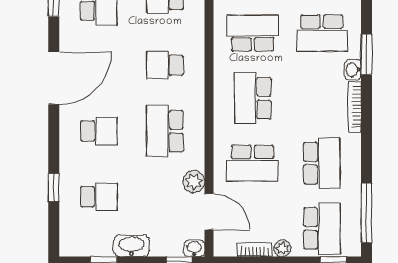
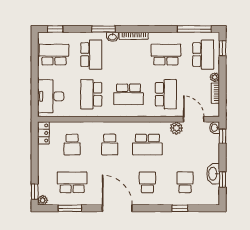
door: (209, 212) -> (194, 119), hinge flipped
school desk: (322, 228) -> (203, 55), turned 90
washbasin: (132, 246) -> (213, 174), moved

